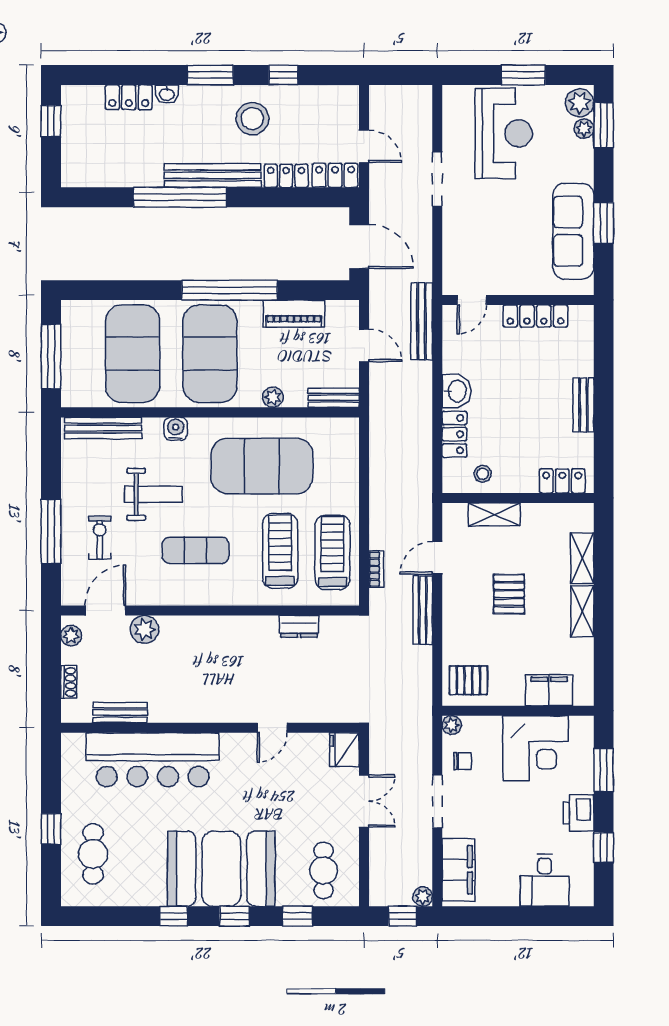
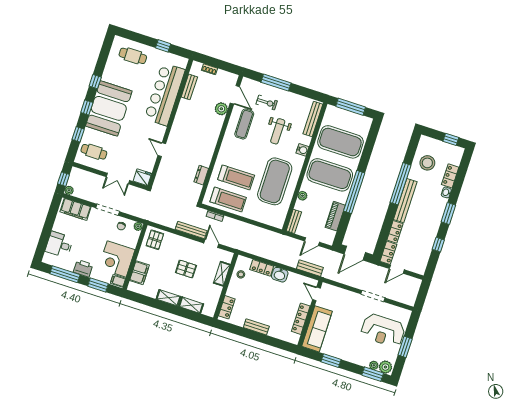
stool: (252, 119) -> (427, 163), moved
sofa: (573, 231) -> (317, 329), moved, turned 90
bench: (422, 321) -> (310, 268), width x0.73
exercise mat: (195, 550) -> (244, 124), moved
plant: (71, 636) -> (229, 77), removed
filing cabinet: (581, 730) -> (118, 281), added
window: (51, 829) -> (163, 46), moved
window: (604, 847) -> (65, 274), width x2.17

